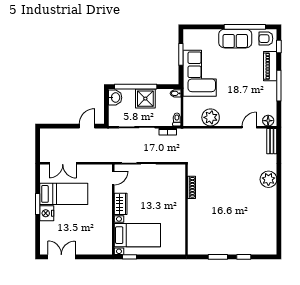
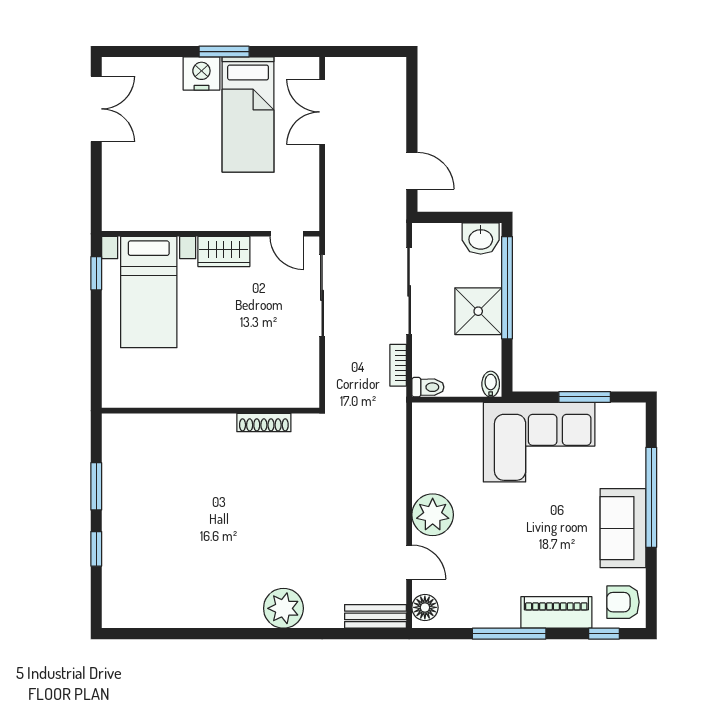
window: (245, 27) -> (651, 497), moved
armchair: (266, 39) -> (623, 602), turned -90
plant: (211, 117) -> (433, 515), moved

